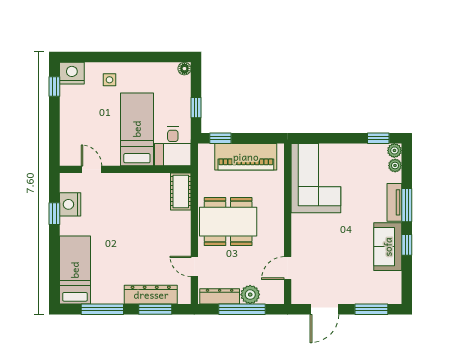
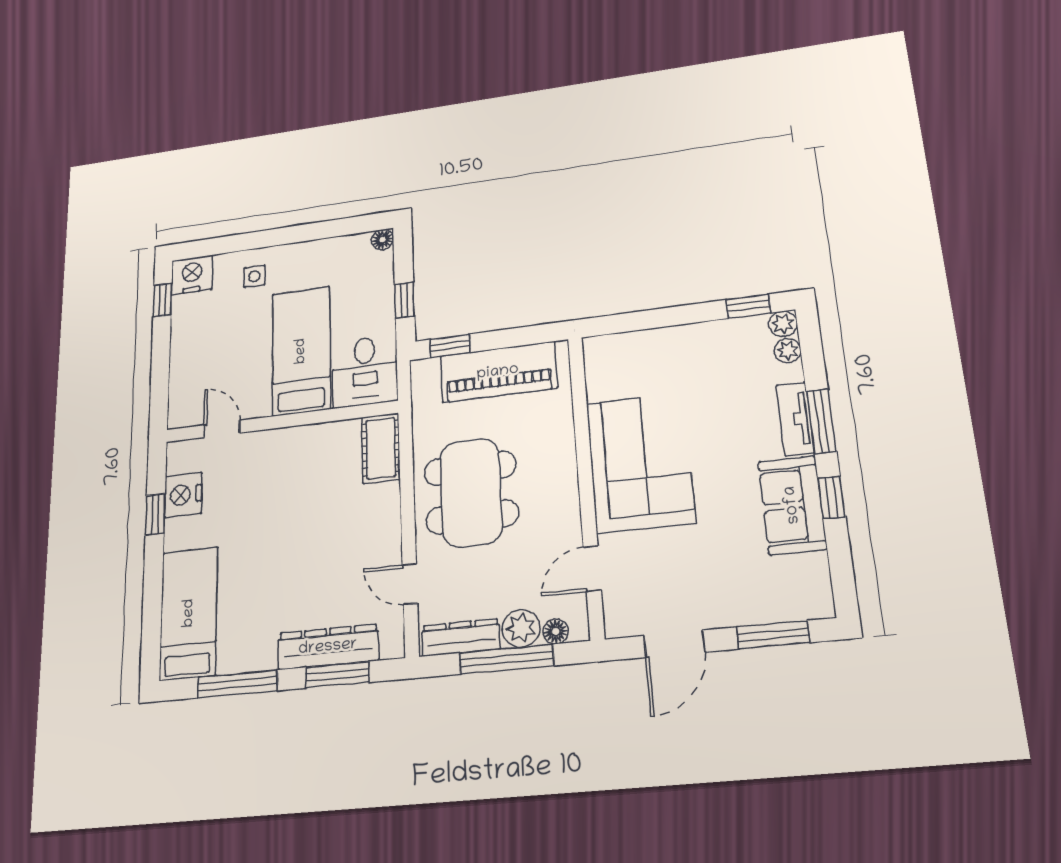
corner sofa: (316, 178) -> (640, 462), moved
dining table: (228, 222) -> (471, 492), turned 90
floor lamp: (267, 298) -> (556, 631), added

